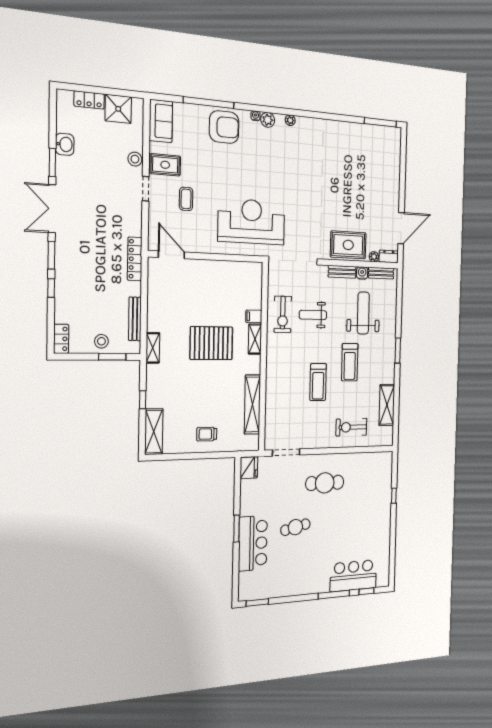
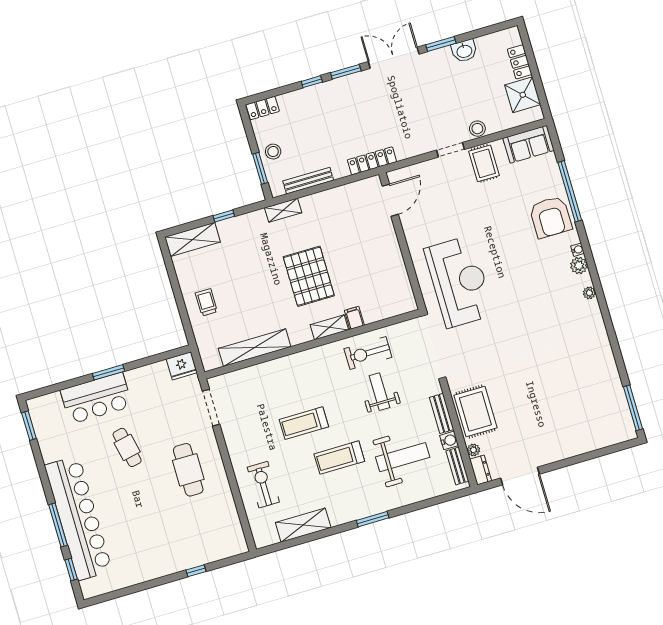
coffee table: (186, 199) -> (456, 198), removed
bar counter: (353, 576) -> (78, 518), width x1.86

